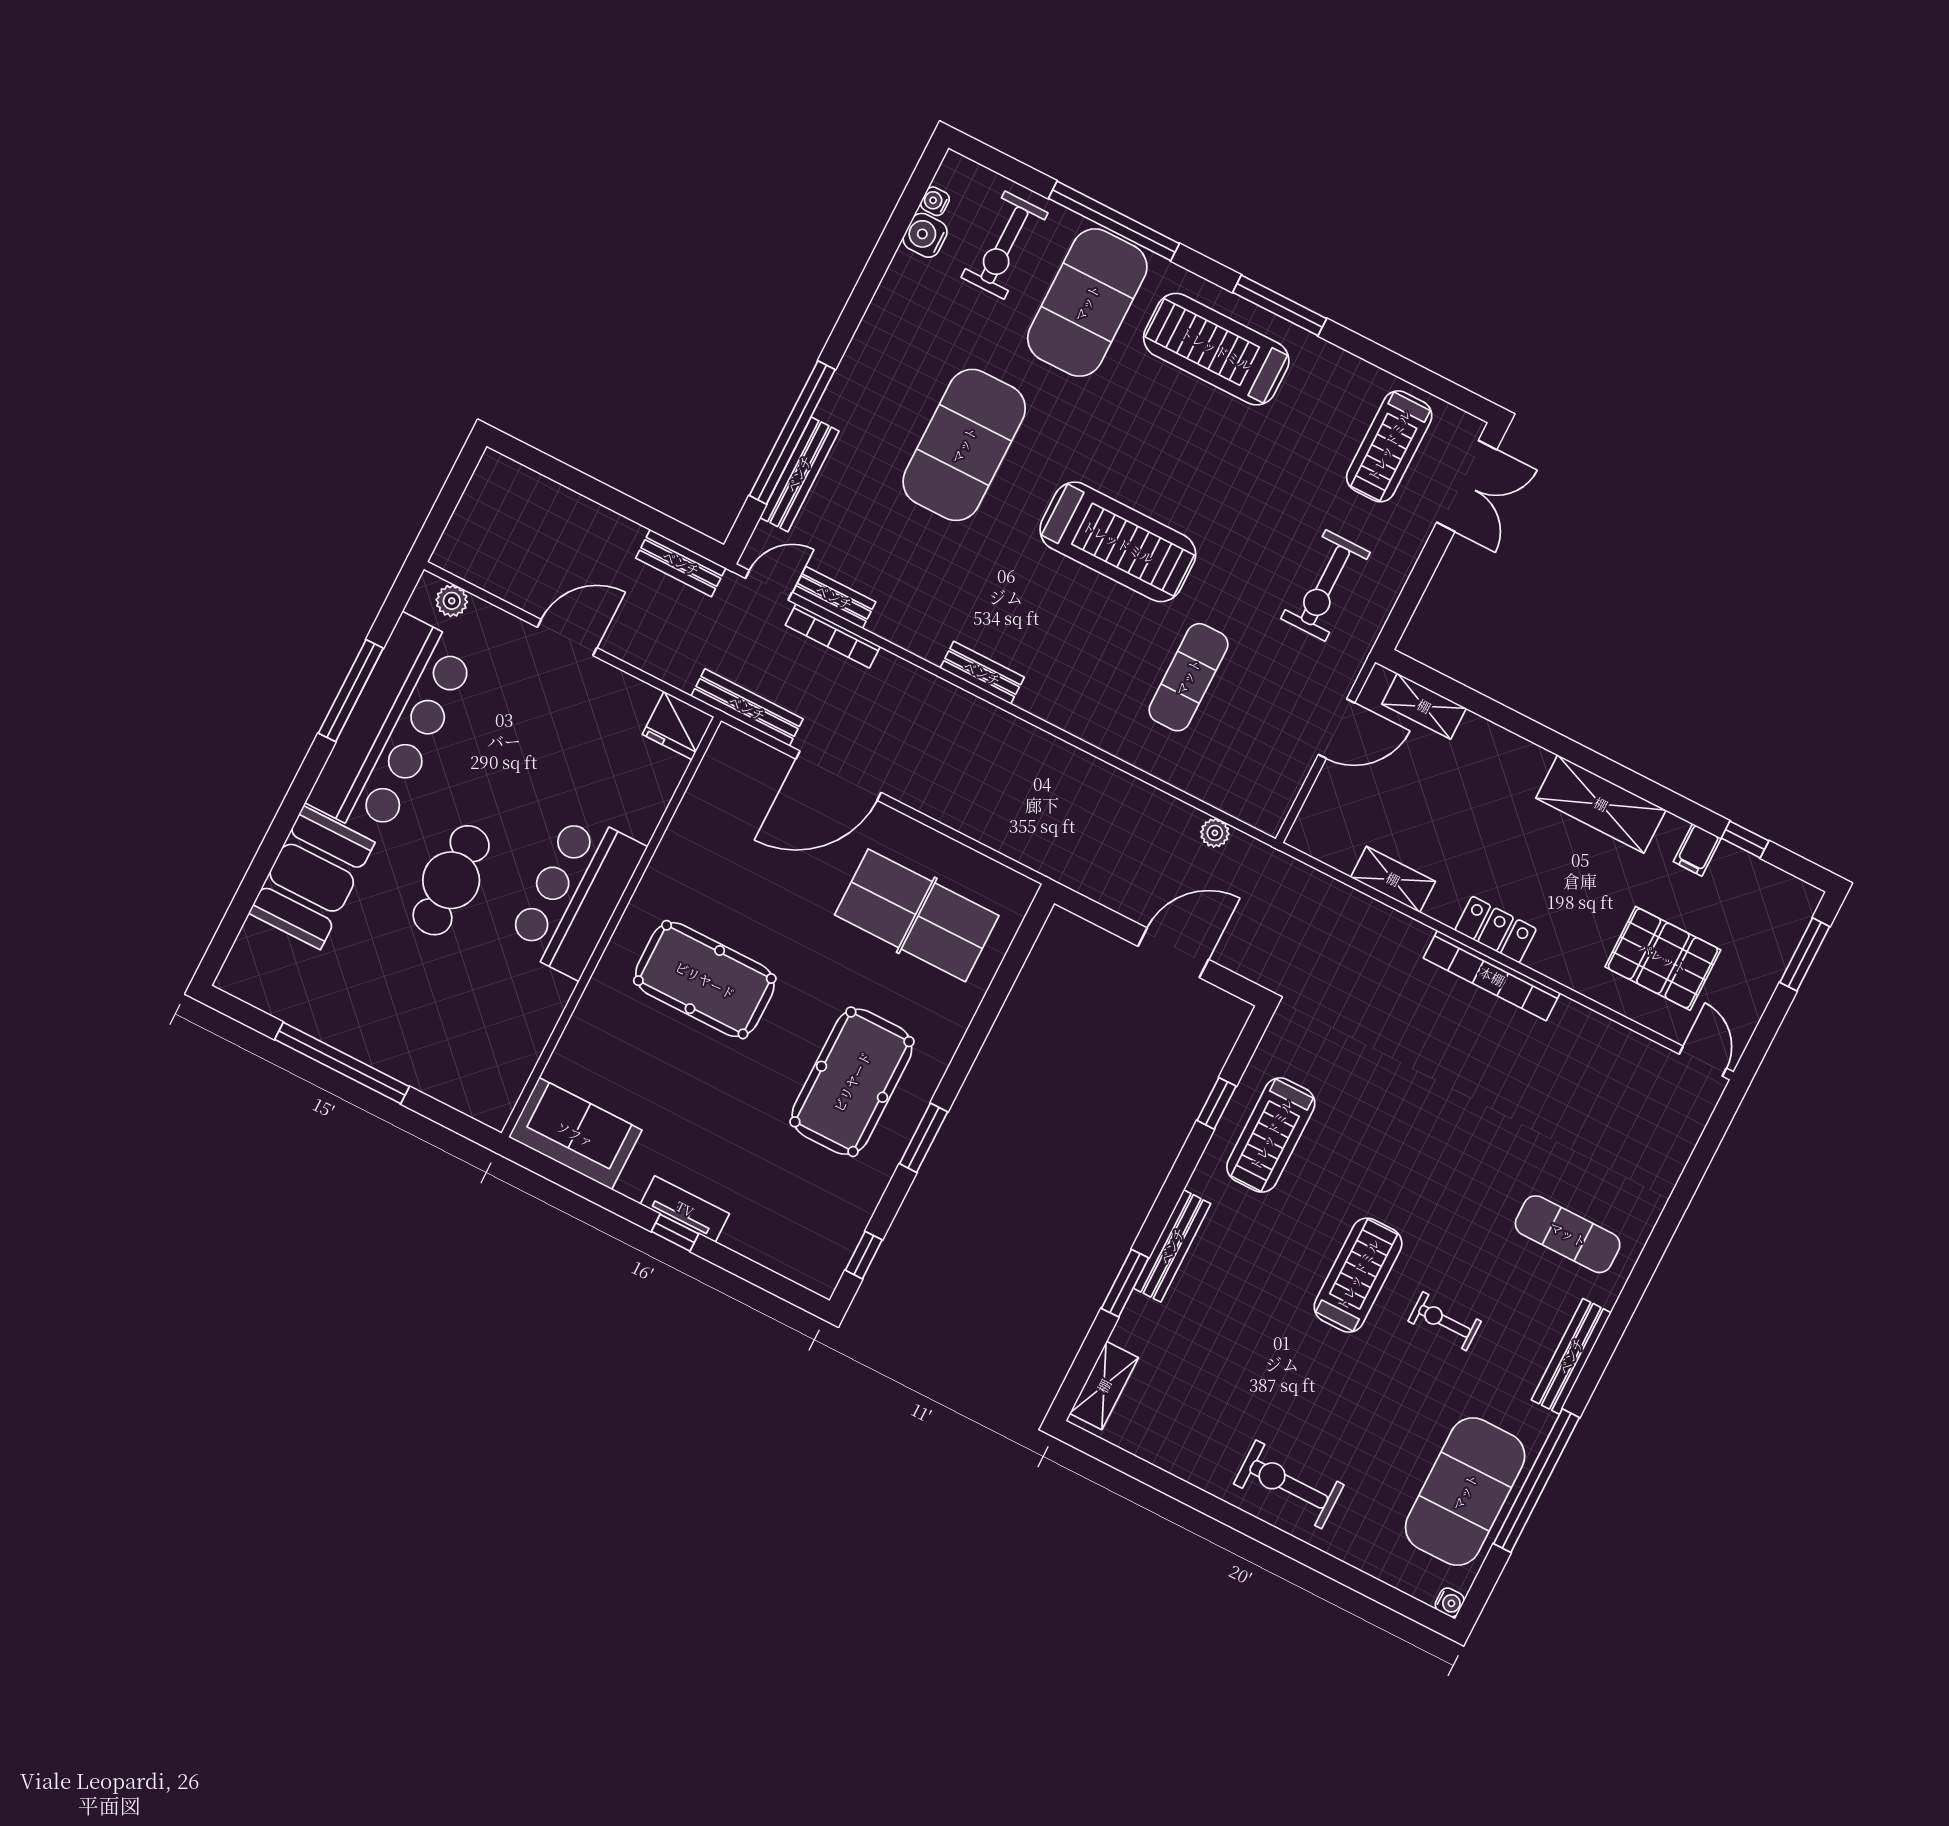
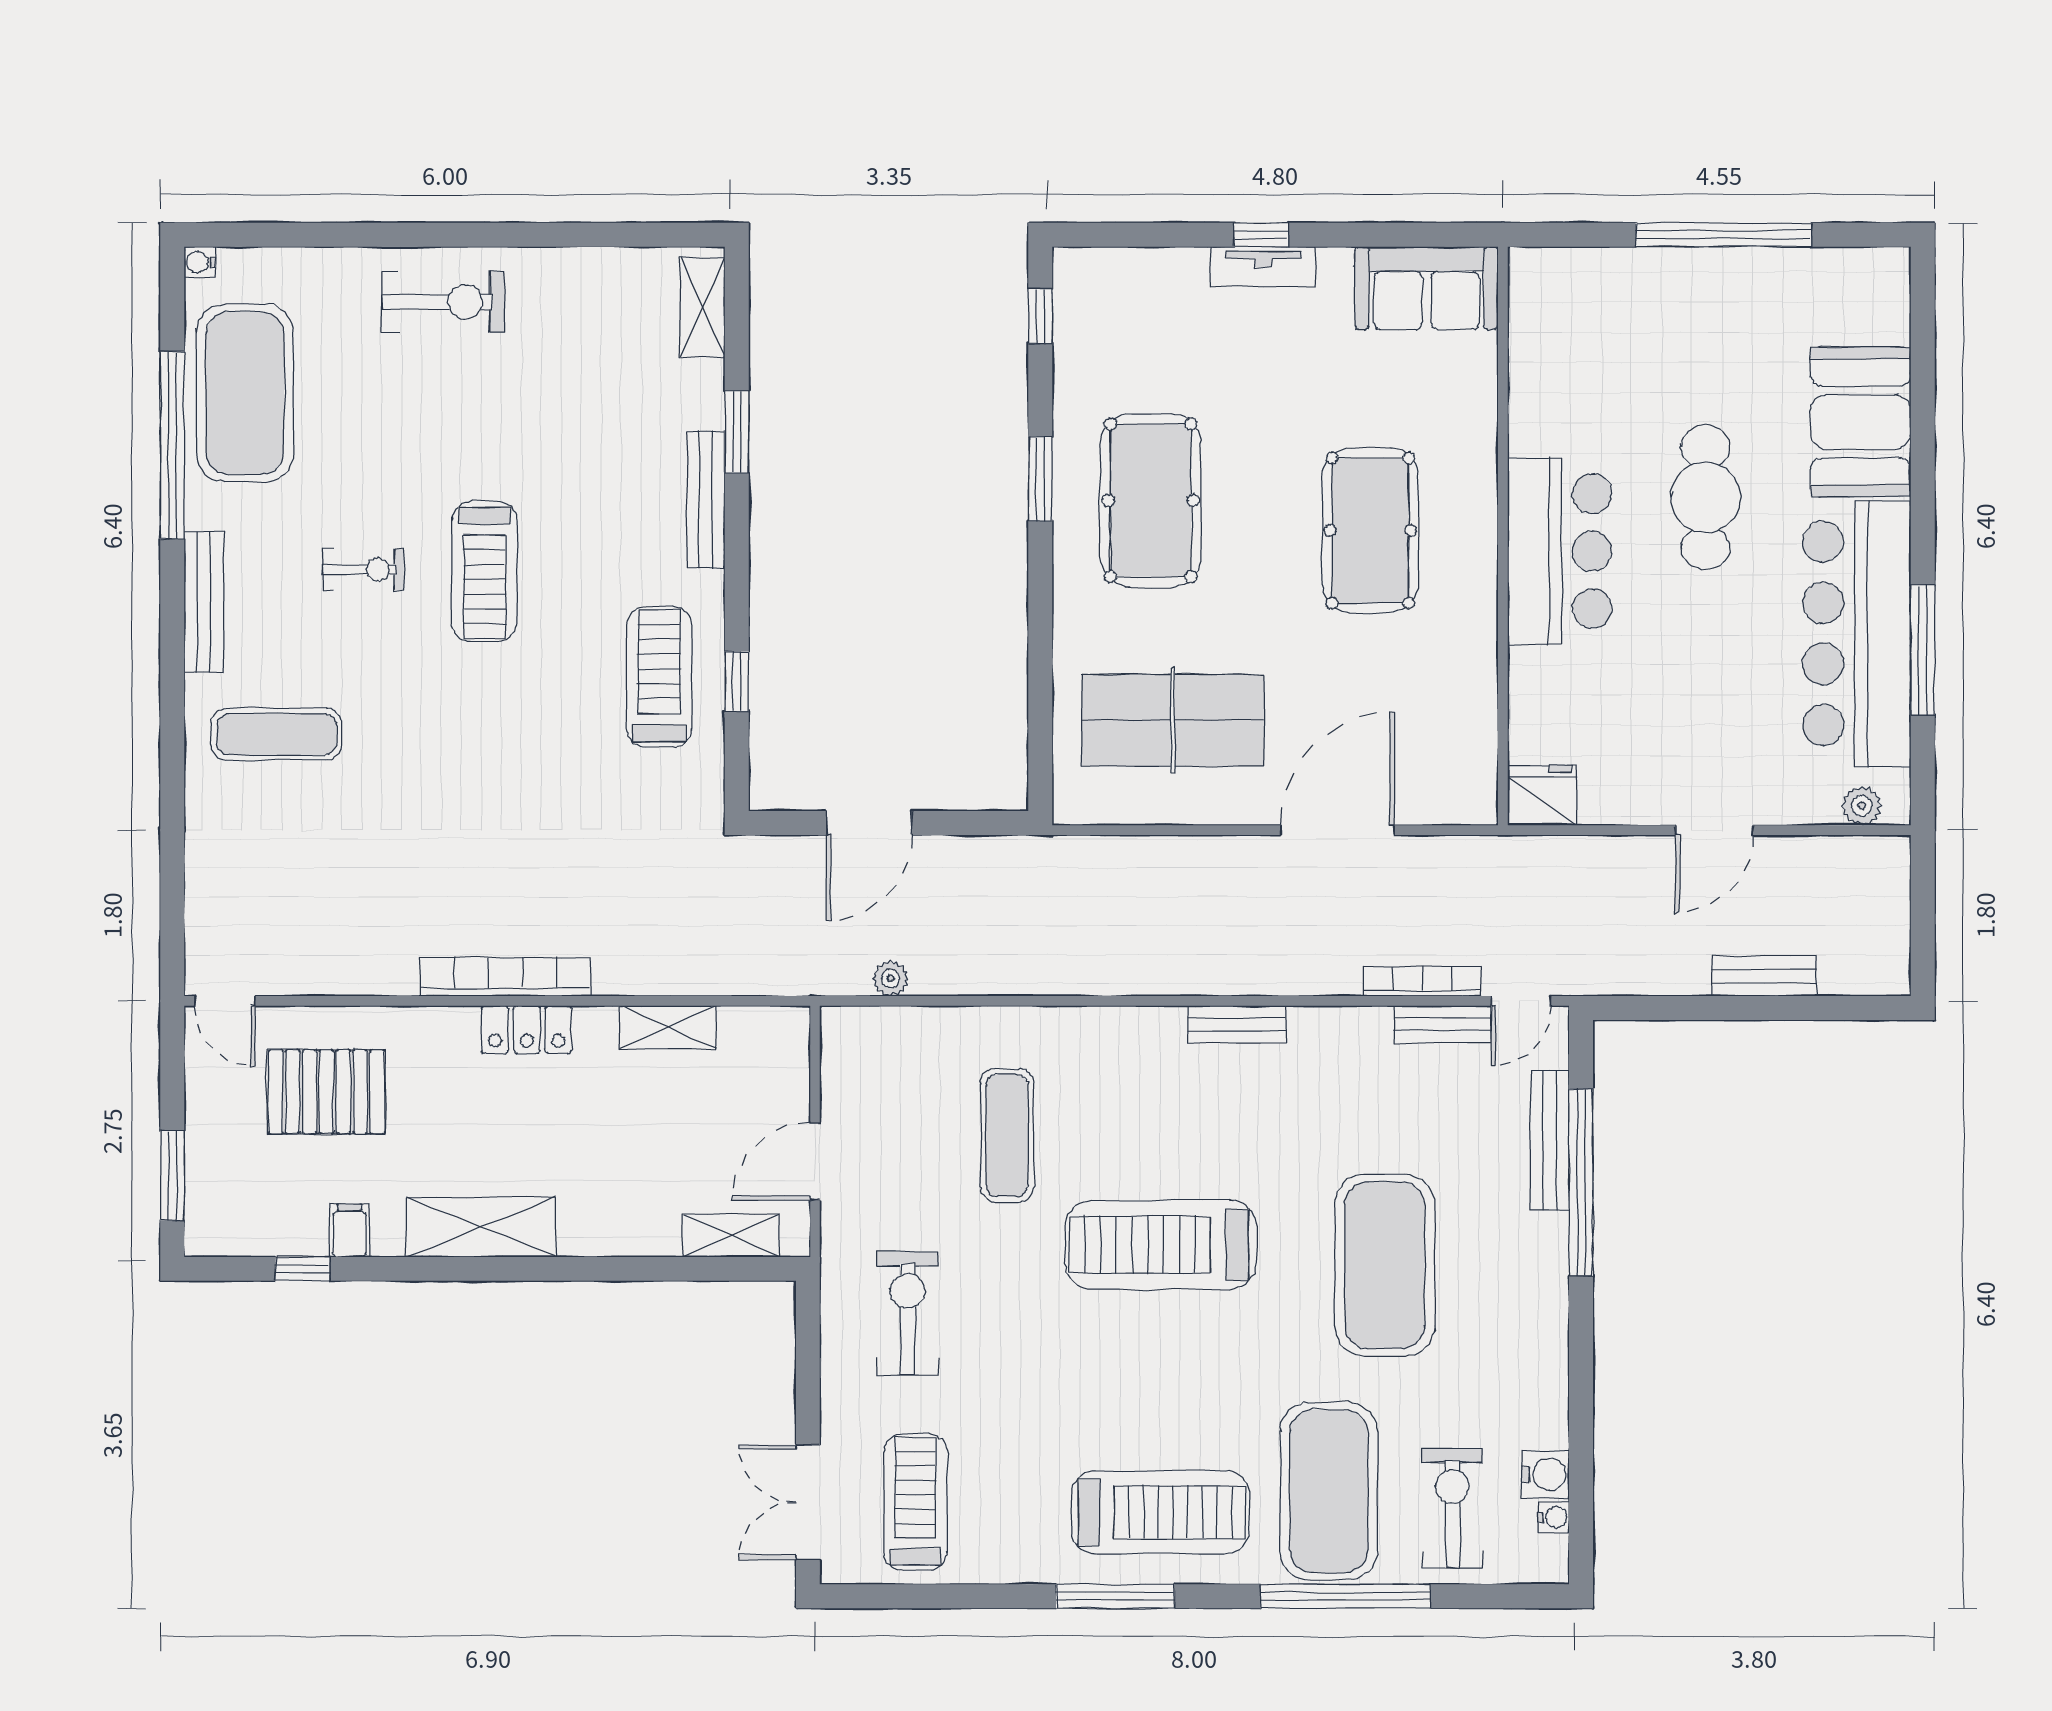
bench: (681, 563) -> (1764, 976), moved
bench: (747, 708) -> (1477, 854), removed
pool table: (705, 980) -> (1370, 530), turned 90

